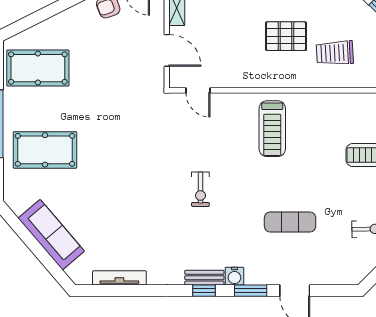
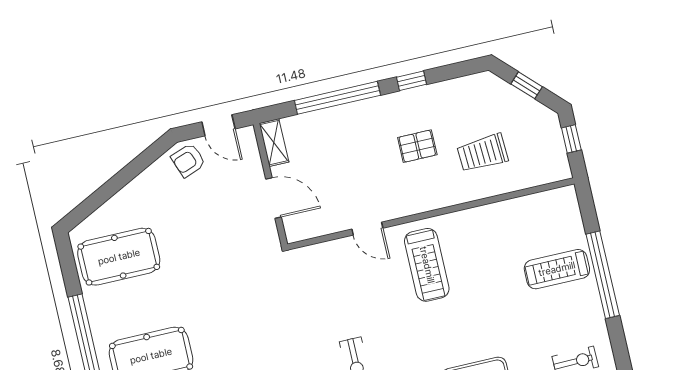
pallet: (286, 36) -> (417, 146), width x0.67, depth x0.71
door: (198, 90) -> (367, 229), moved

